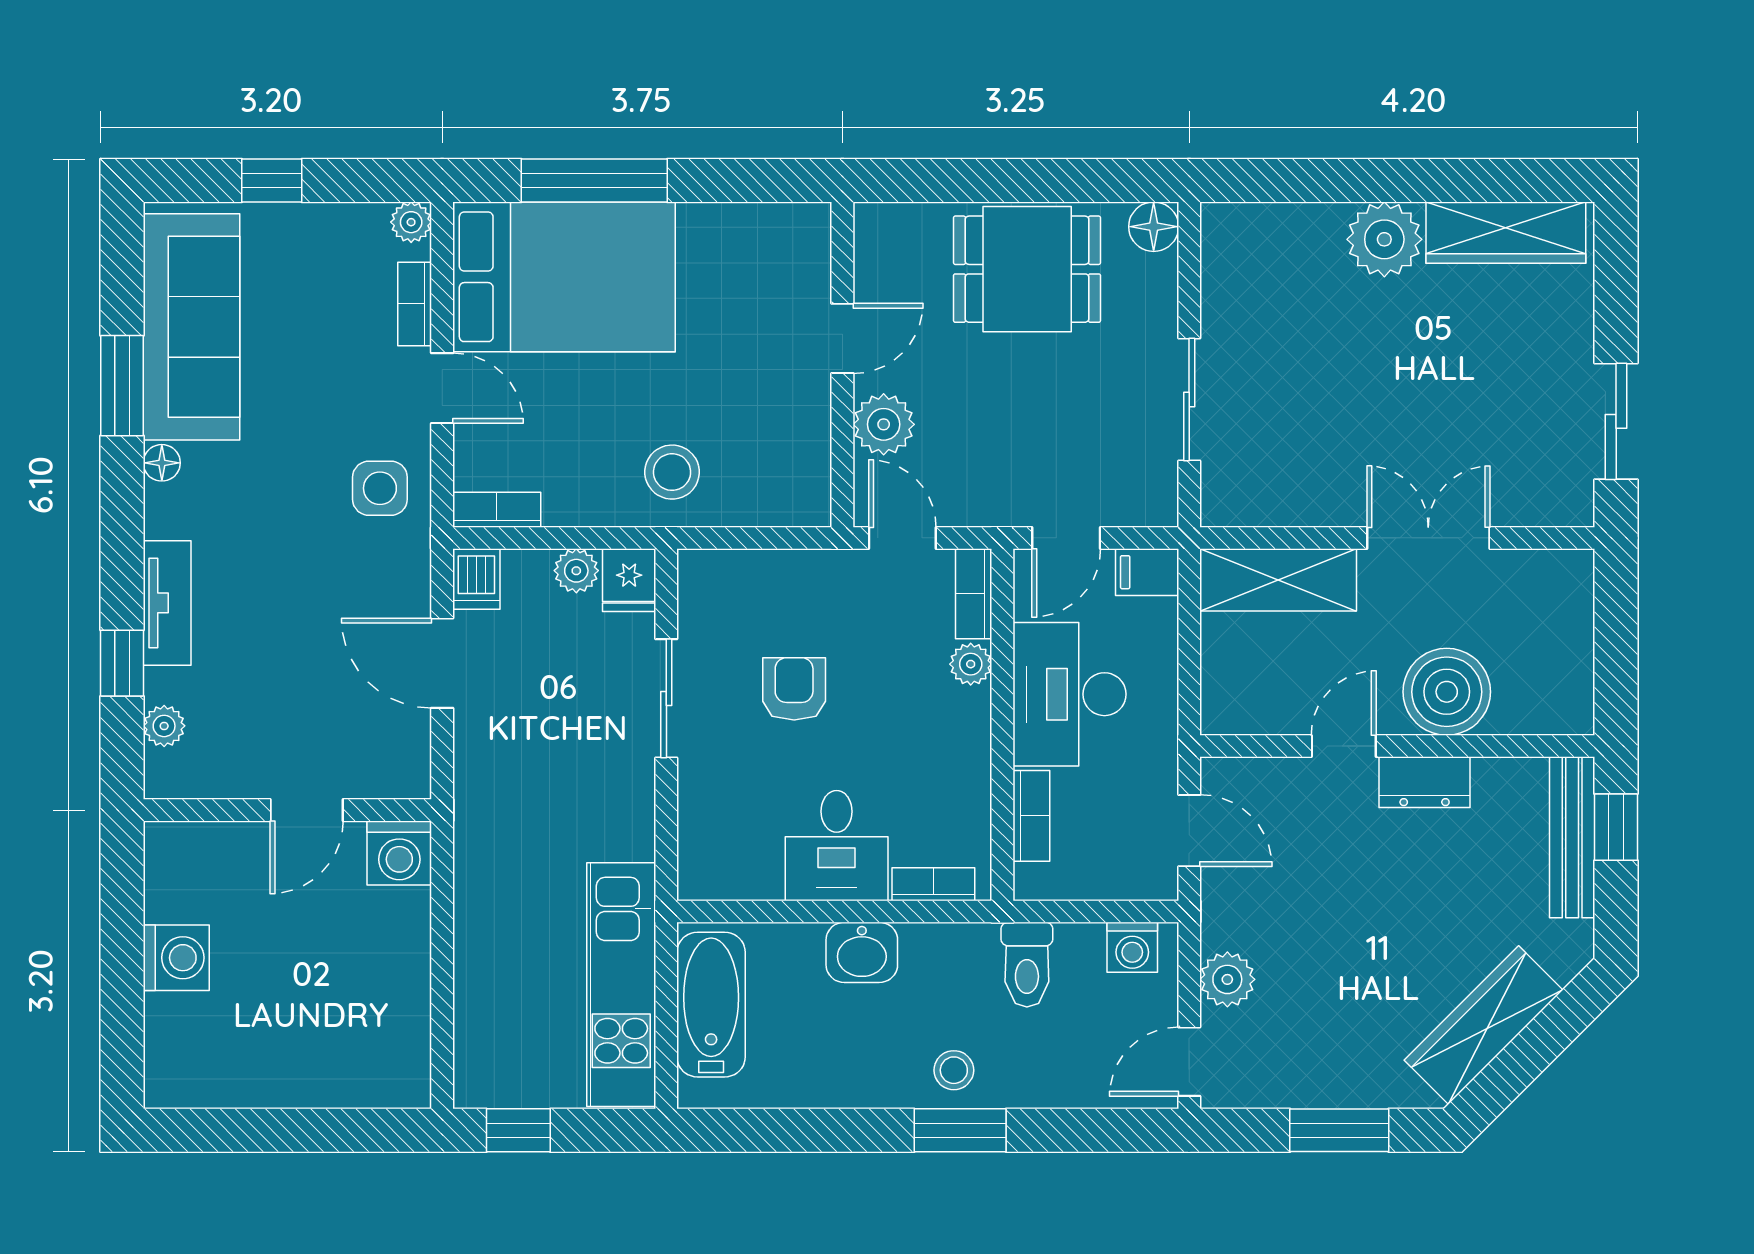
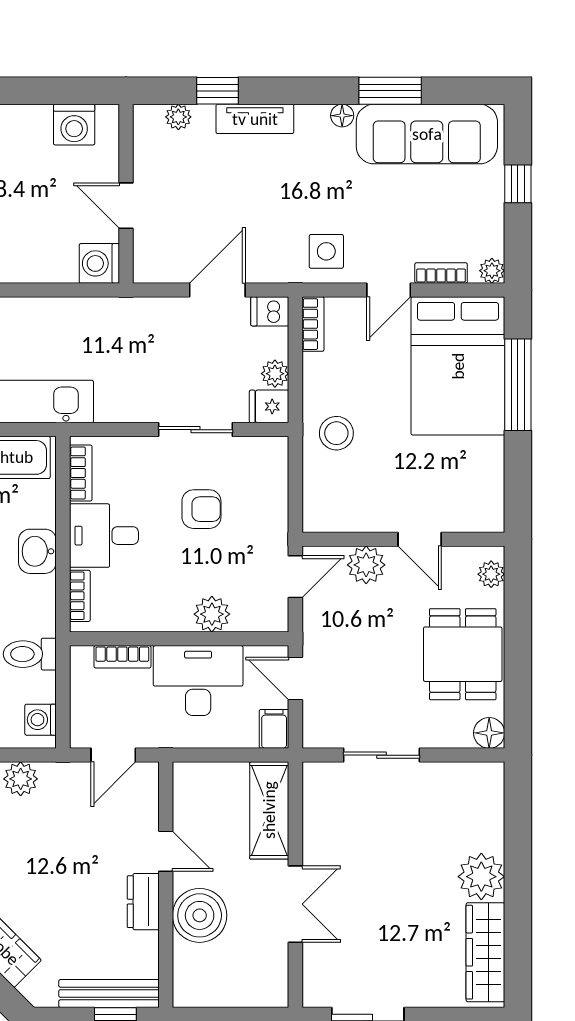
plant: (899, 223) -> (491, 574), added
bookcase: (974, 594) -> (81, 473), moved, turned 90
plant: (971, 664) -> (212, 614), width x1.38, depth x1.38
washing machine: (176, 958) -> (74, 125), moved

